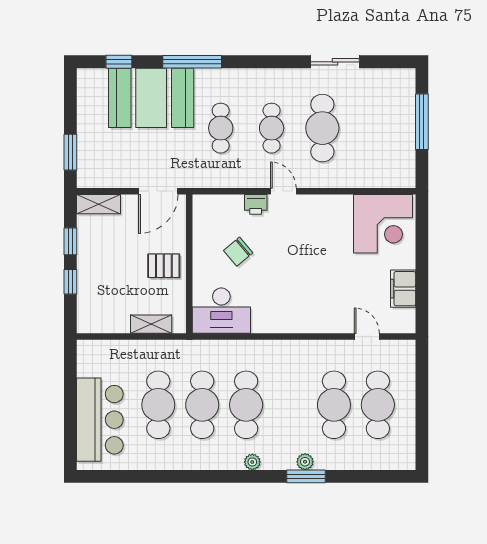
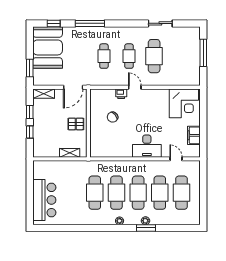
booth: (151, 98) -> (48, 47), moved, turned 90
desk: (221, 311) -> (147, 146), moved
cafe table: (158, 405) -> (138, 193), moved

